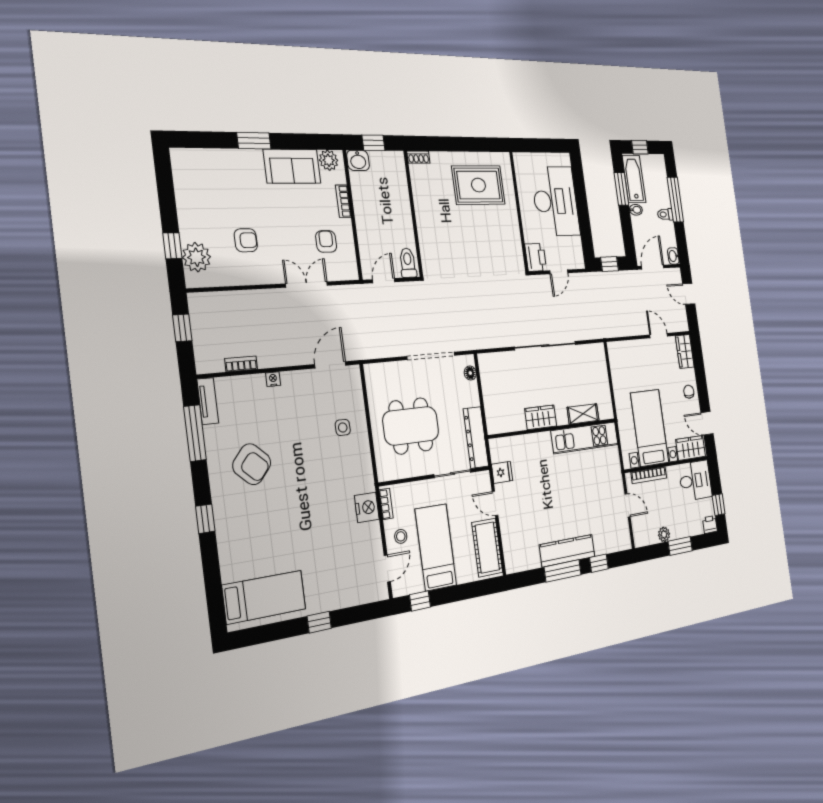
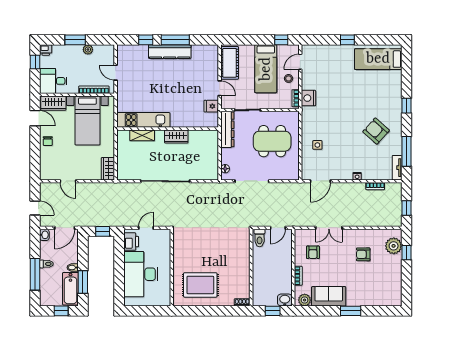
printer: (536, 257) -> (131, 242), moved, turned 180
wardrobe: (685, 351) -> (108, 169), moved, turned 180

